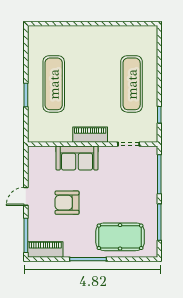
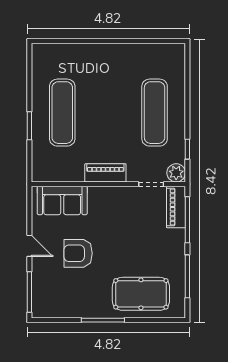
plant: (150, 135) -> (176, 173), added
sofa: (77, 158) -> (62, 200), moved
door: (26, 196) -> (29, 246), swing flipped
piano: (45, 249) -> (176, 207), moved, turned -90

